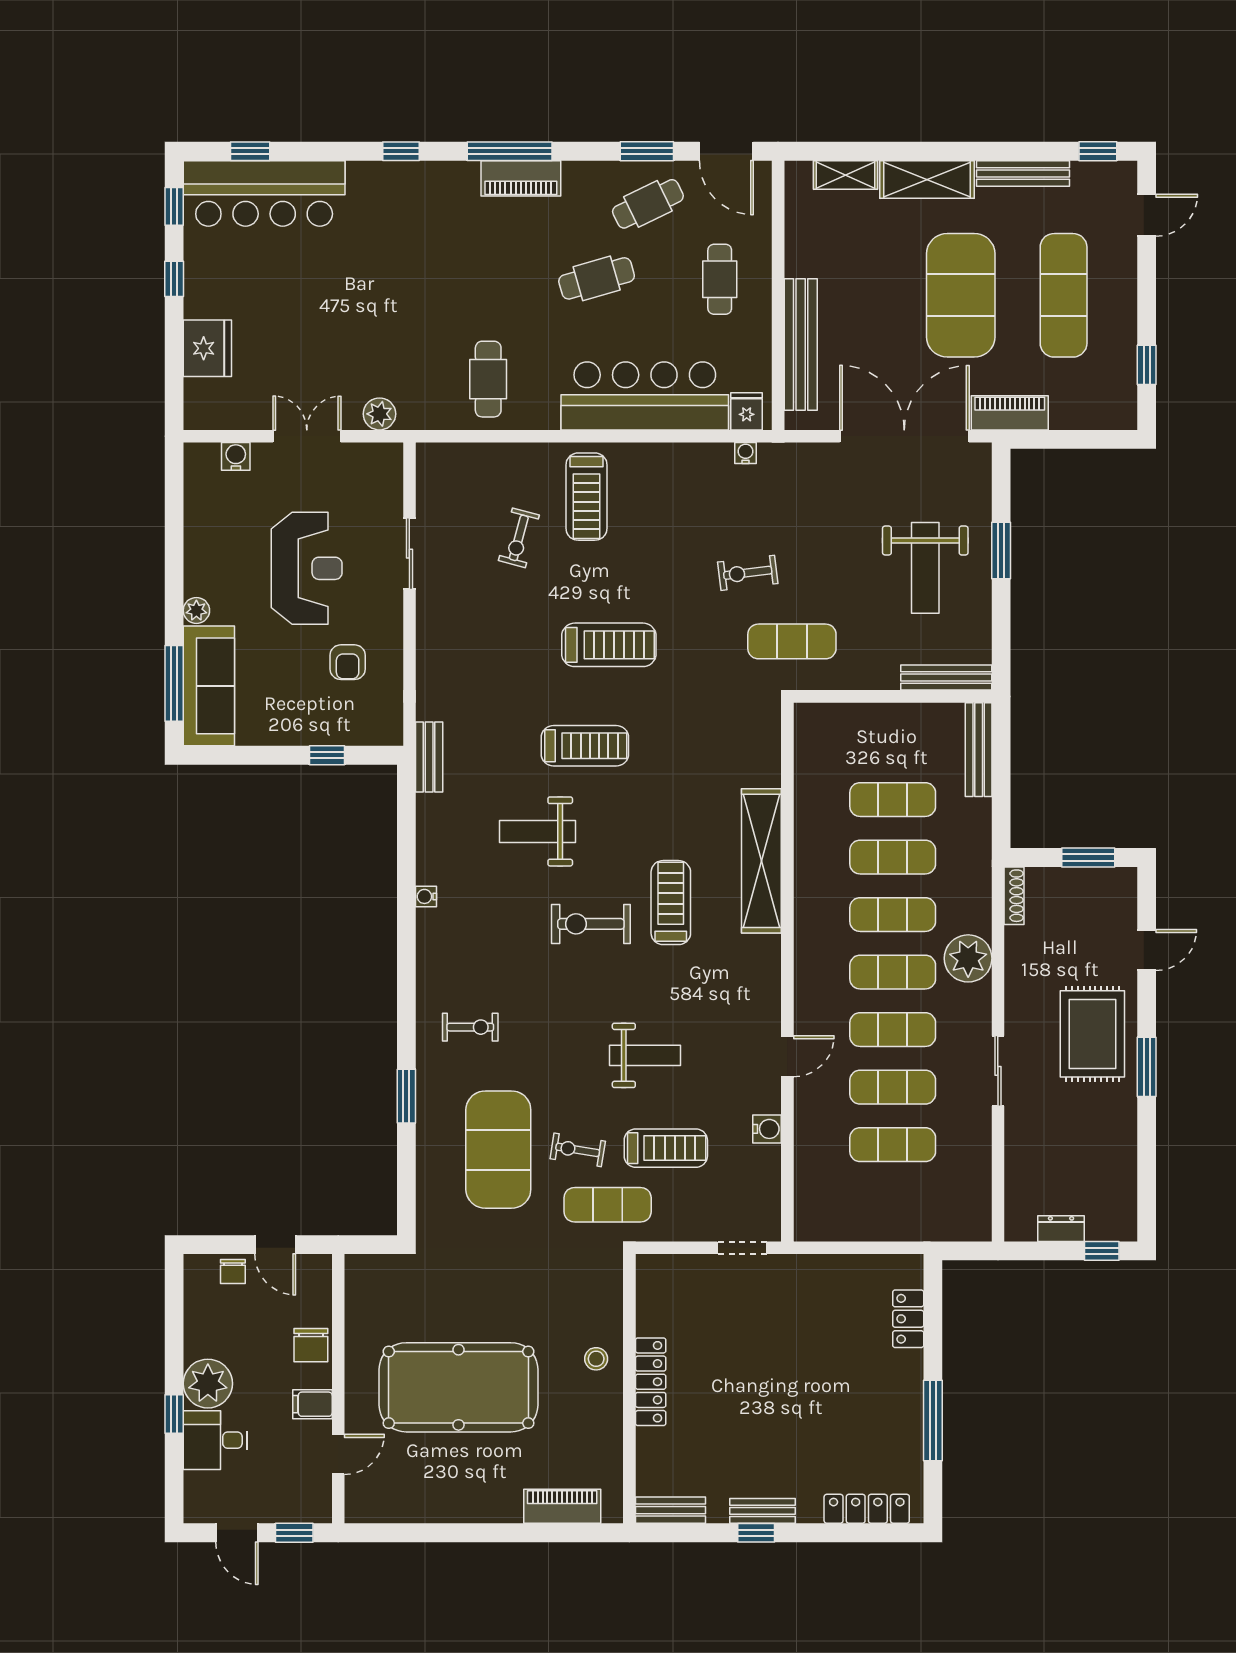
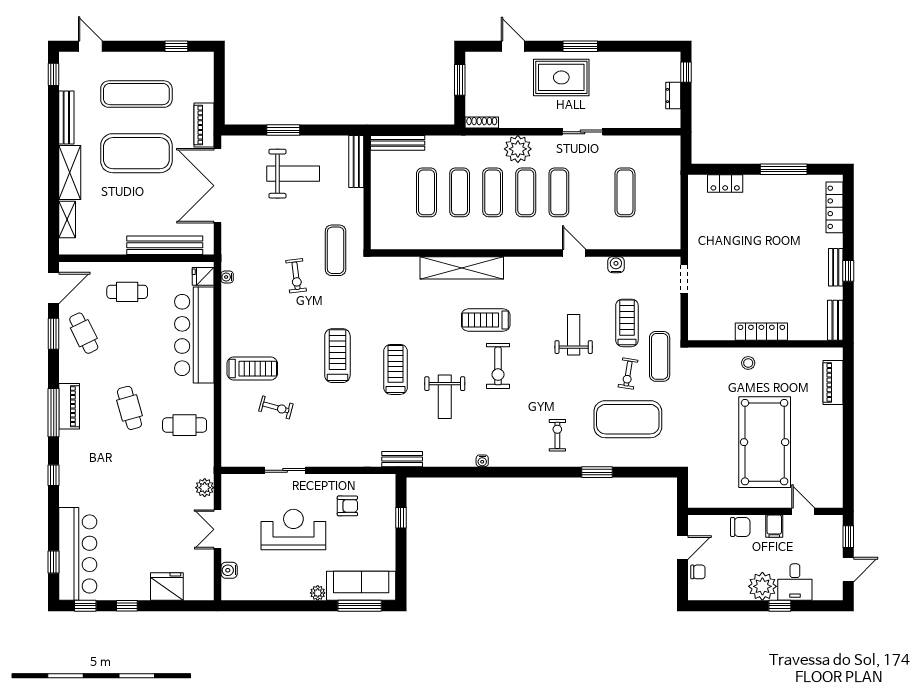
cafe table: (597, 278) -> (129, 408), moved
exercise mat: (893, 1087) -> (592, 192), removed

